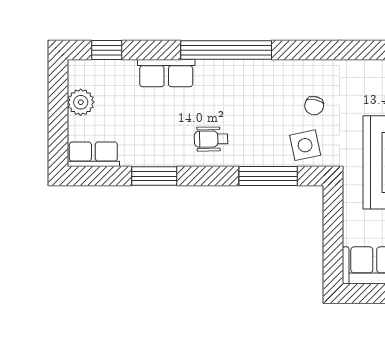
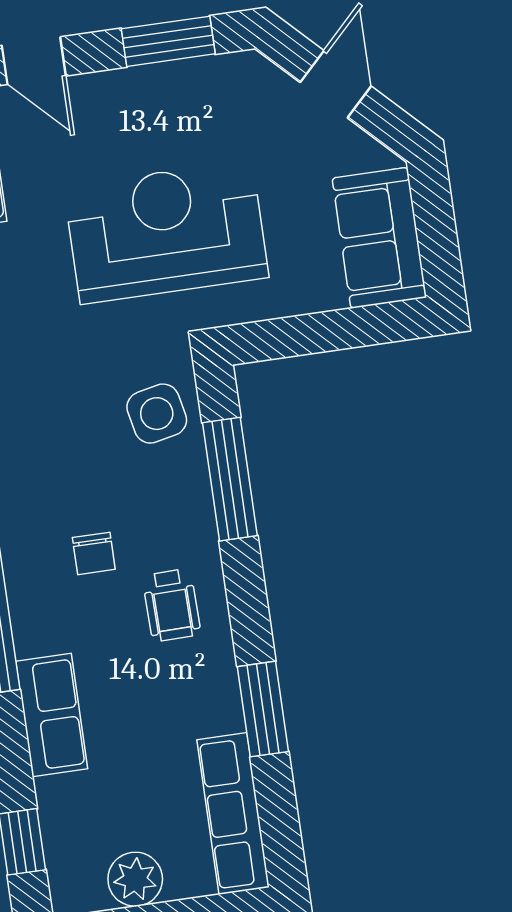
chair: (314, 106) -> (94, 553), moved, turned 78
row of seats: (93, 154) -> (233, 814), width x1.48

